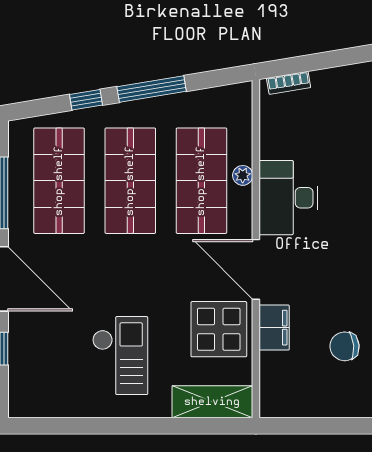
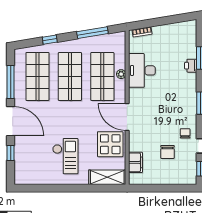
window: (152, 89) -> (92, 33), moved
desk: (288, 198) -> (142, 70), moved
filing cabinet: (274, 328) -> (135, 162), moved
chair: (345, 346) -> (167, 152), turned -85

